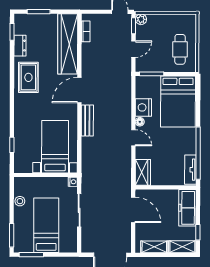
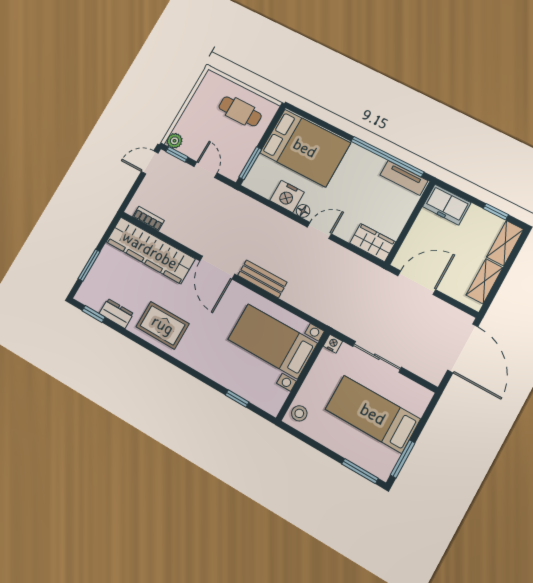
stool: (20, 201) -> (299, 413), moved
freezer: (187, 208) -> (447, 205), width x0.71

